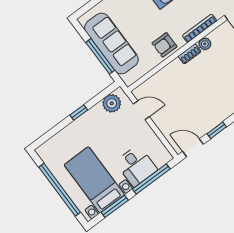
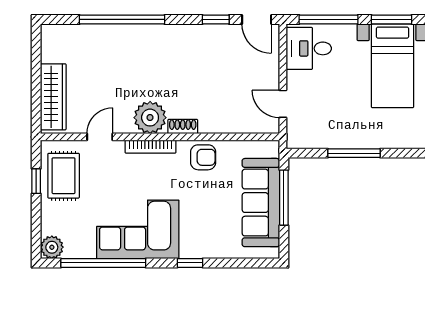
plant: (205, 44) -> (150, 118), width x1.87, depth x1.87
plant: (112, 103) -> (310, 136), removed
window: (79, 113) -> (354, 153), width x2.17
desk: (136, 166) -> (309, 48), moved, turned -90

